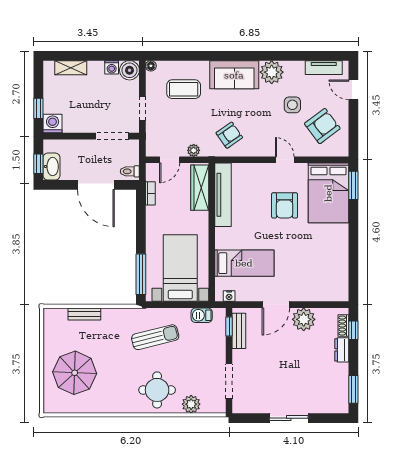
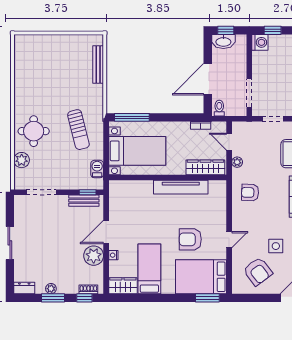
armchair: (229, 135) -> (250, 193), turned 127
tv unit: (223, 195) -> (181, 187), moved
bed: (244, 263) -> (149, 269), moved, turned 180
wardrobe: (339, 285) -> (123, 286), added
nightstand: (229, 296) -> (113, 255), moved
door: (276, 305) -> (106, 232), hinge flipped
bench: (84, 314) -> (98, 64), width x1.36
dresser: (342, 350) -> (24, 288), moved
plant: (343, 370) -> (51, 289), added
parasol: (75, 373) -> (48, 61), removed
window: (353, 389) -> (53, 298), moved

